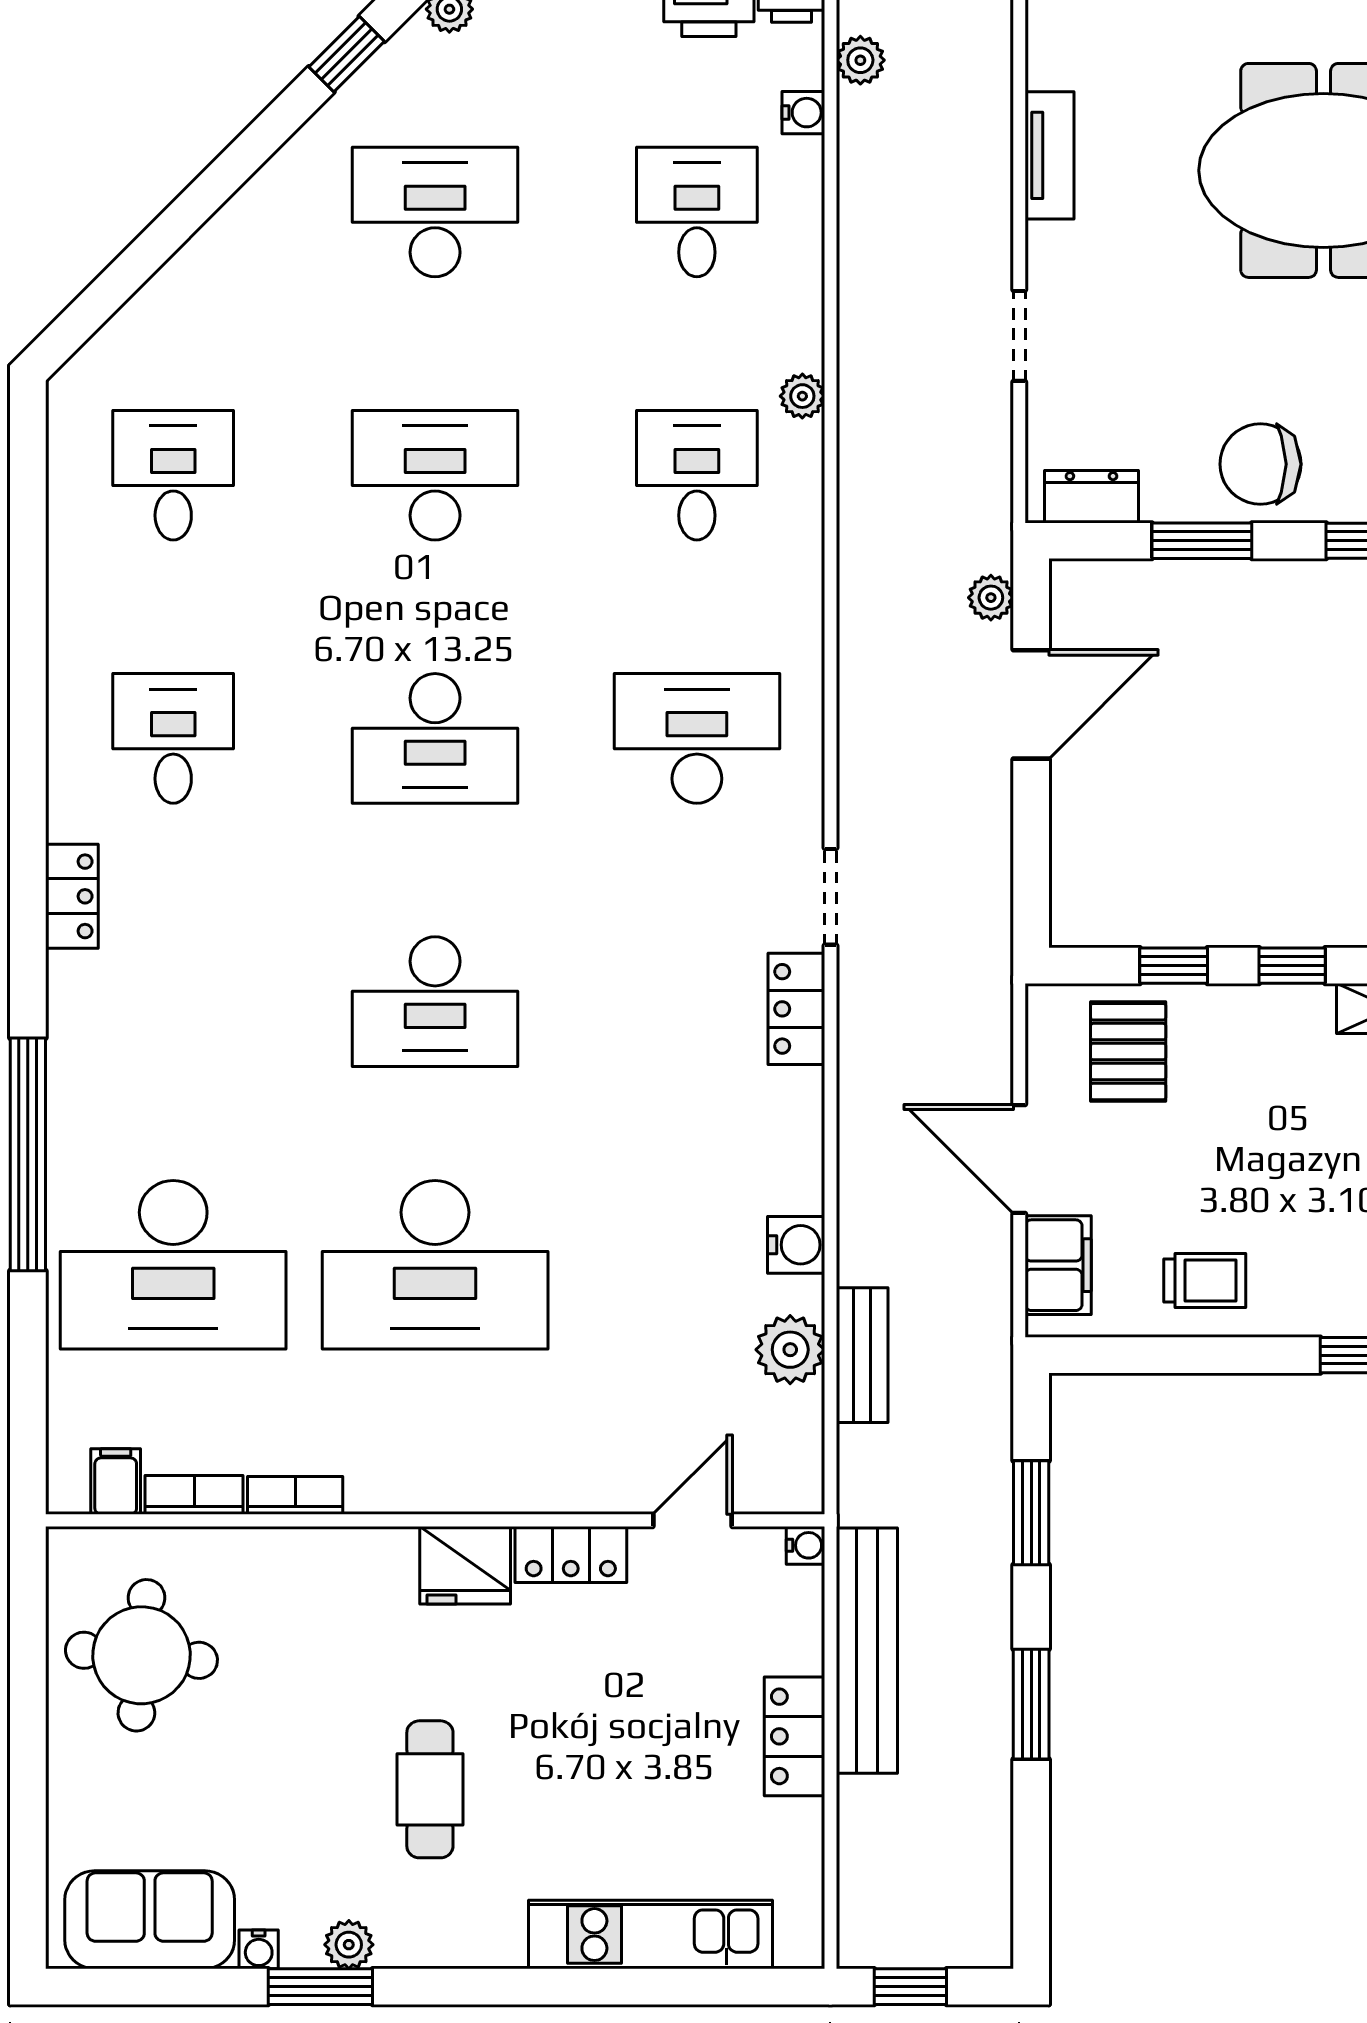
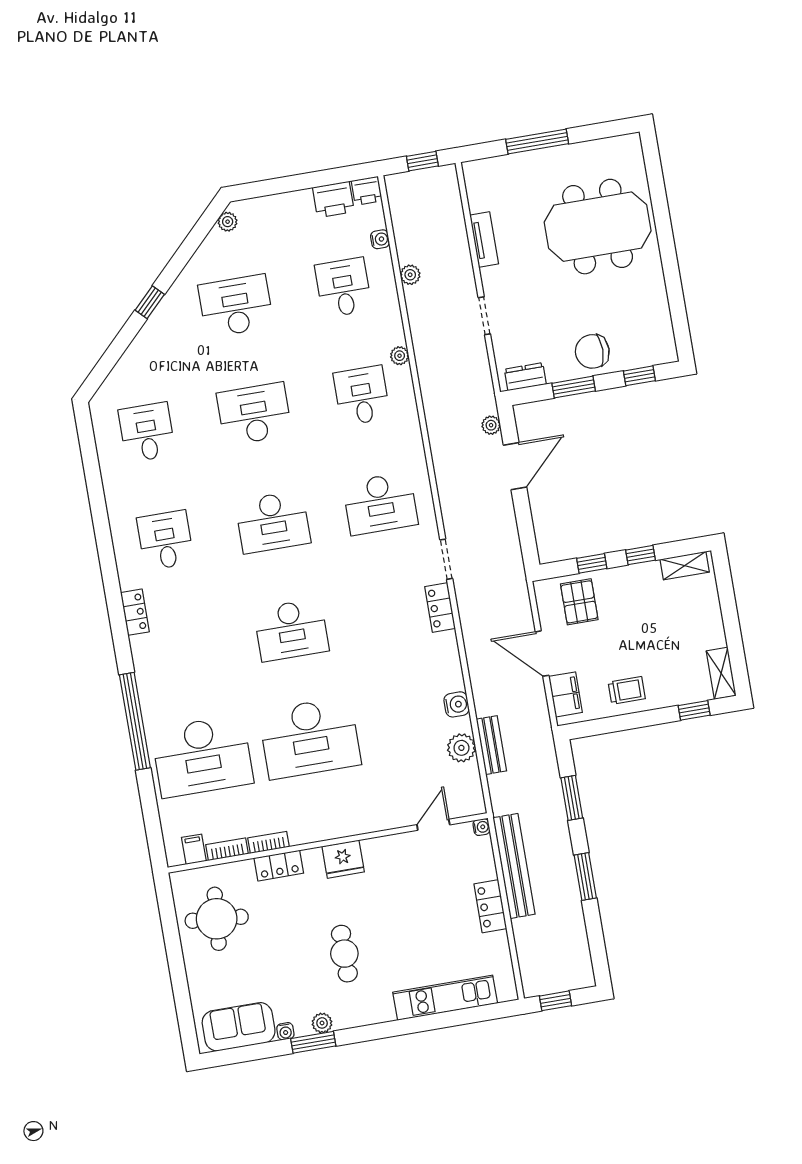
window: (347, 54) -> (150, 302), moved
plant: (860, 60) -> (410, 275), moved
desk: (697, 738) -> (380, 504), turned 180
locker: (571, 1554) -> (279, 866), moved

